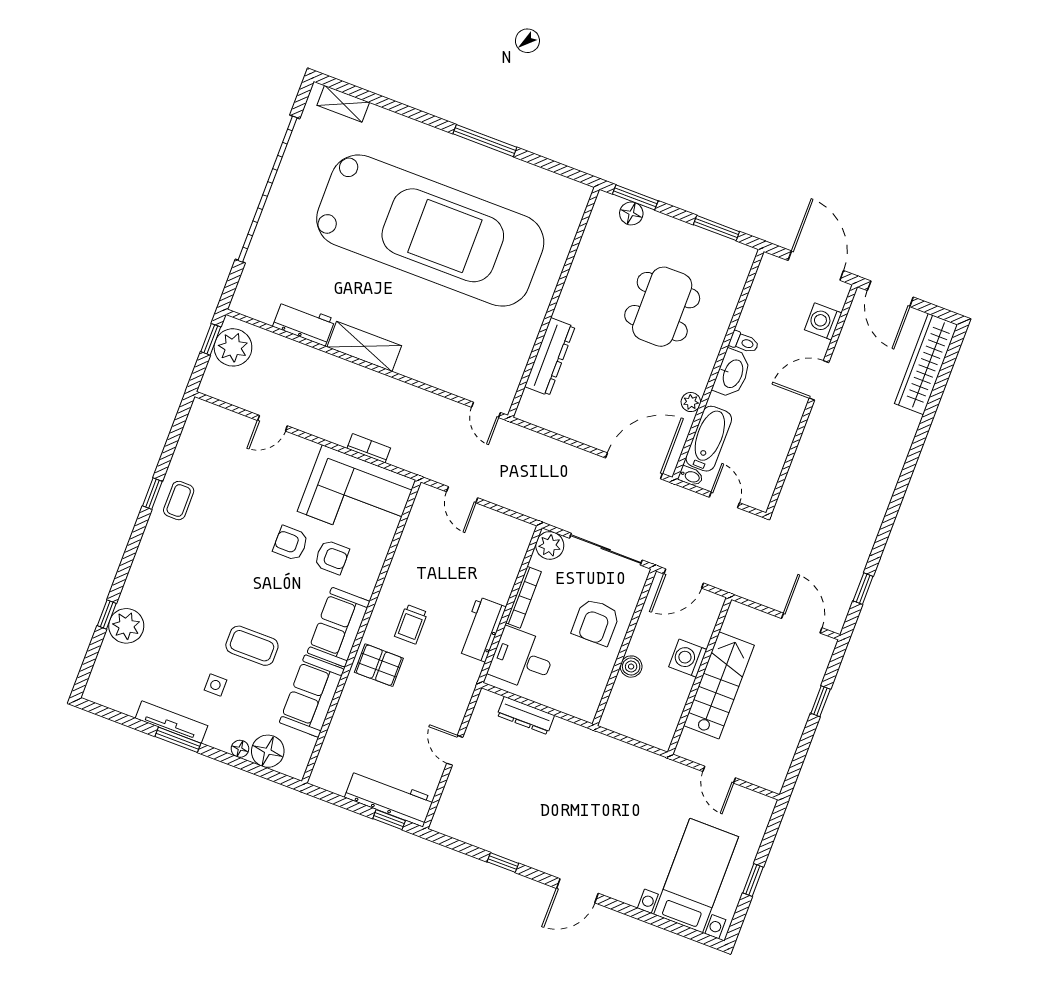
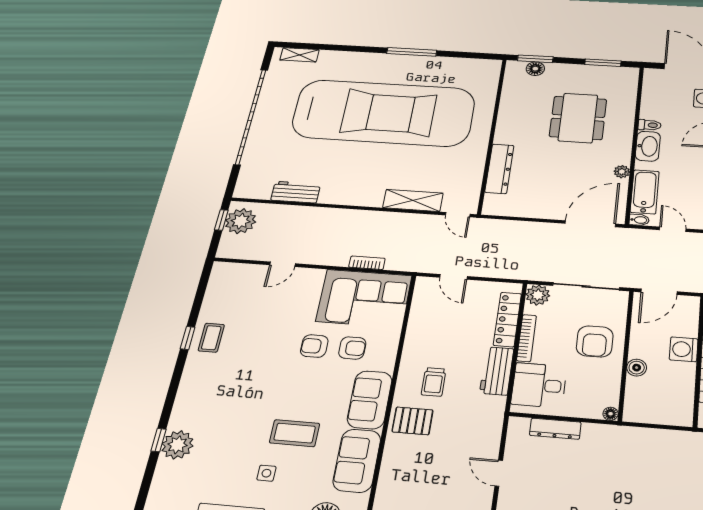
shelving: (364, 346) -> (413, 200), moved
locker: (509, 568) -> (507, 319), added
floor lamp: (588, 714) -> (611, 414), added

